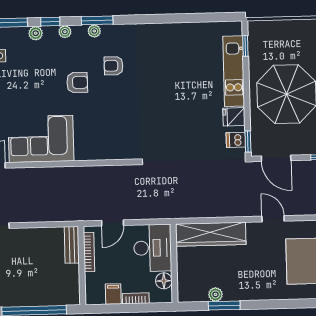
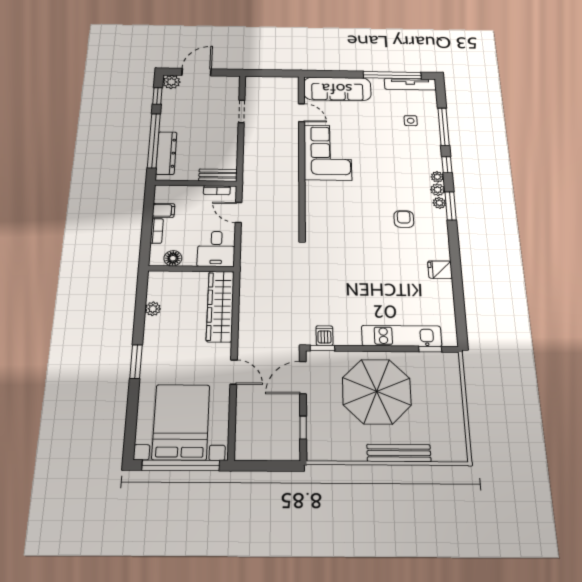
plant: (36, 33) -> (438, 190), moved
armchair: (77, 82) -> (386, 186), removed
fridge: (234, 117) -> (440, 270), moved, turned -90
door: (273, 219) -> (234, 372), hinge flipped
desk: (153, 248) -> (216, 249), width x0.73
bookcase: (89, 252) -> (217, 190), width x0.64
dresser: (48, 297) -> (166, 153), added
window: (224, 305) -> (136, 362), moved

